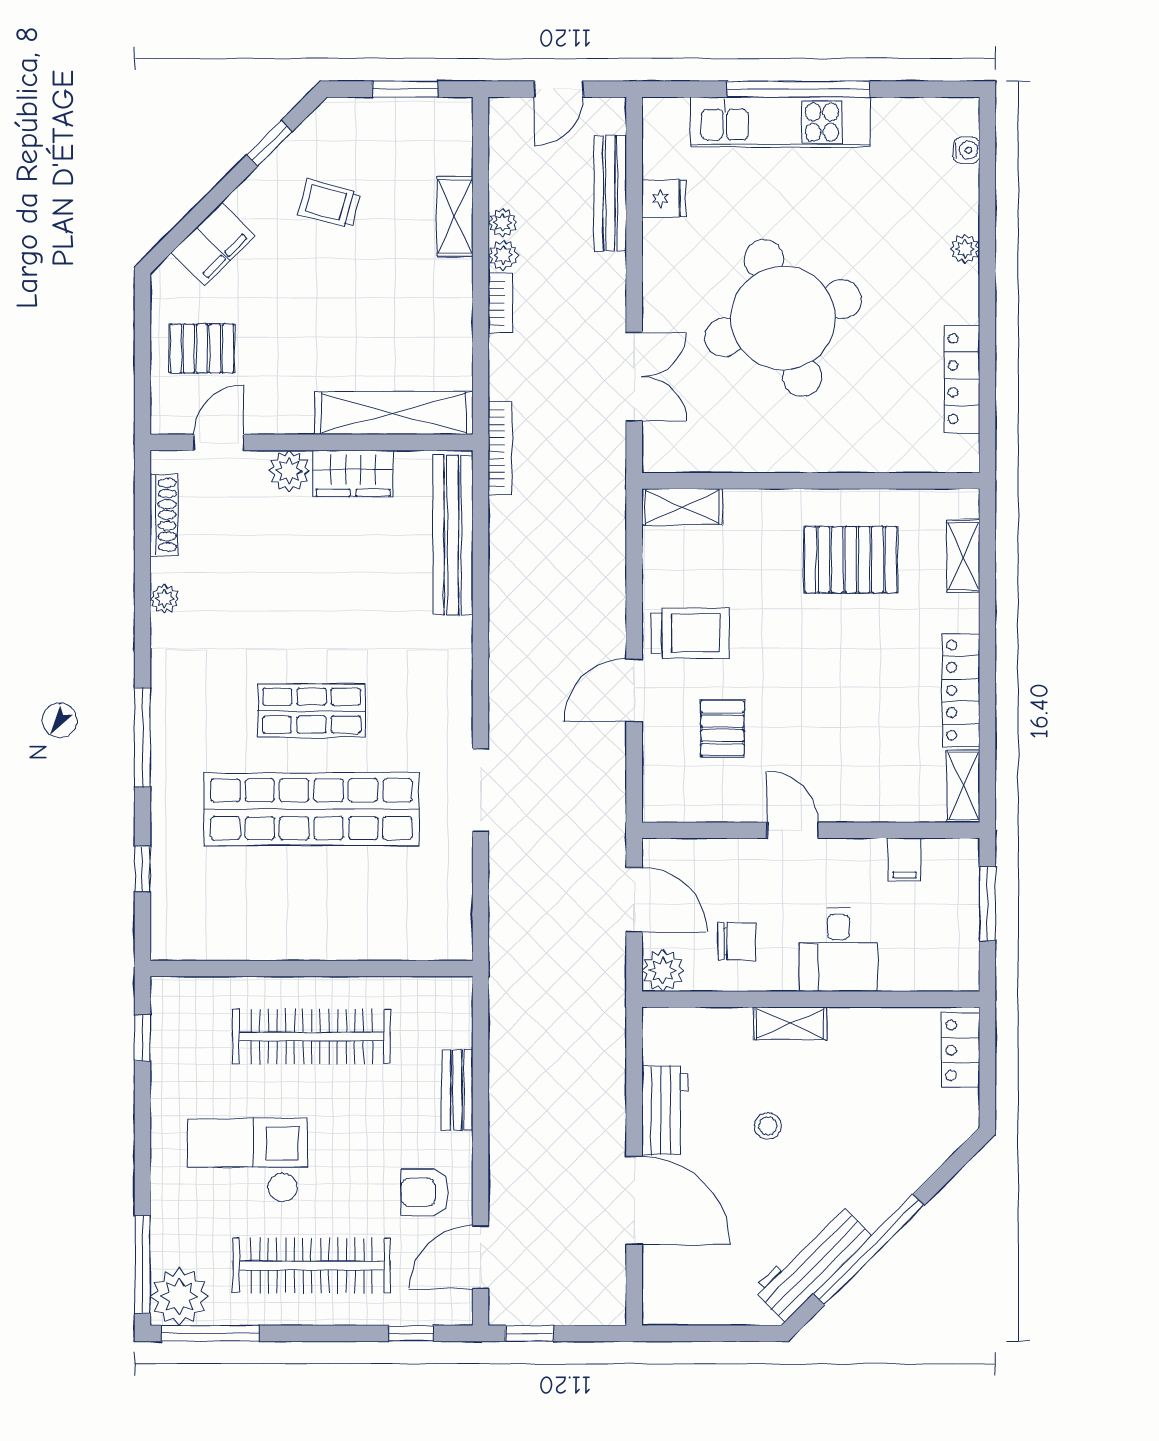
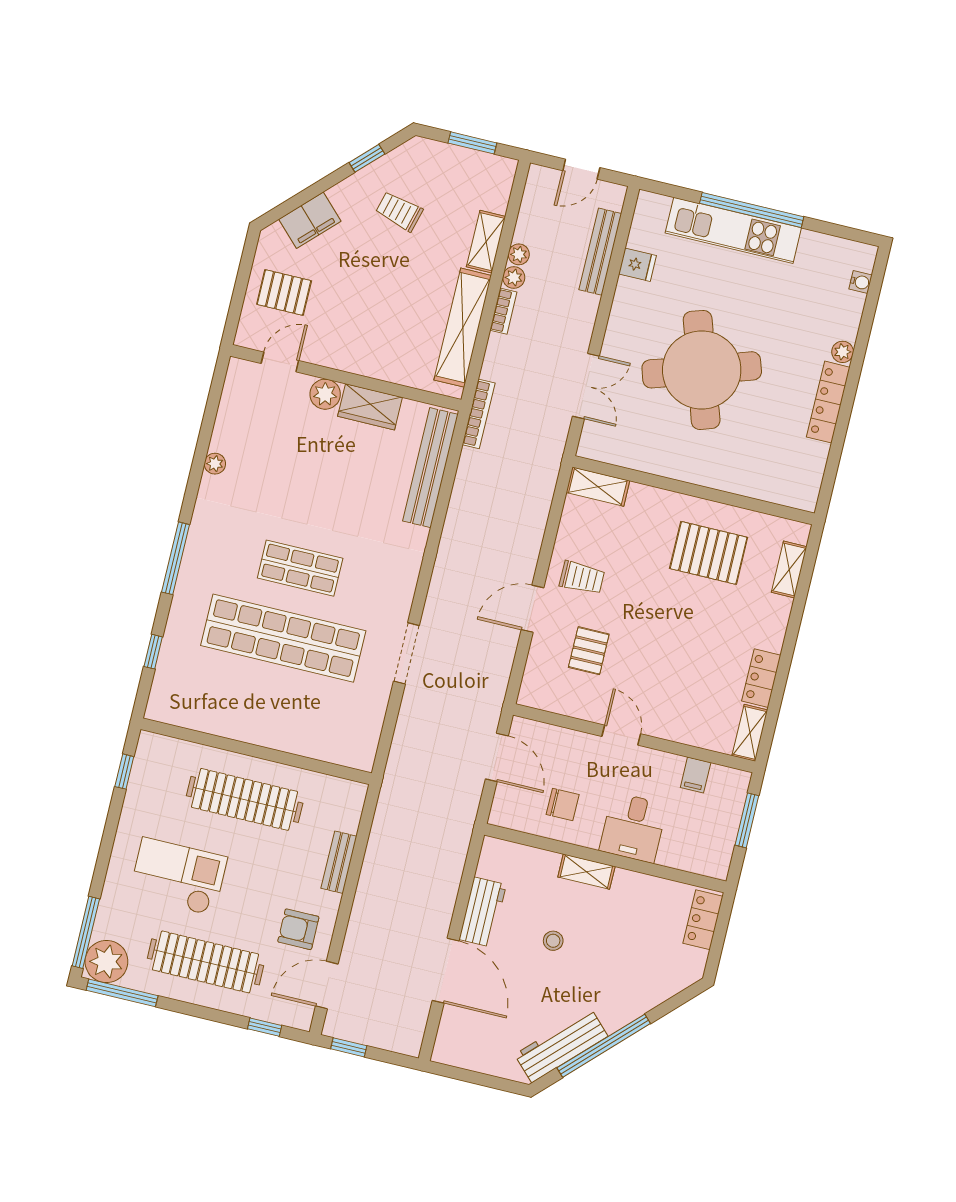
locker: (962, 379) -> (828, 402), moved
shelving: (394, 413) -> (463, 328), moved, turned 90
shoe rack: (164, 515) -> (229, 404), removed
trolley: (690, 633) -> (582, 578), width x0.73, depth x0.72
locker: (961, 690) -> (761, 678), width x0.66
plant: (663, 971) -> (505, 812), removed

